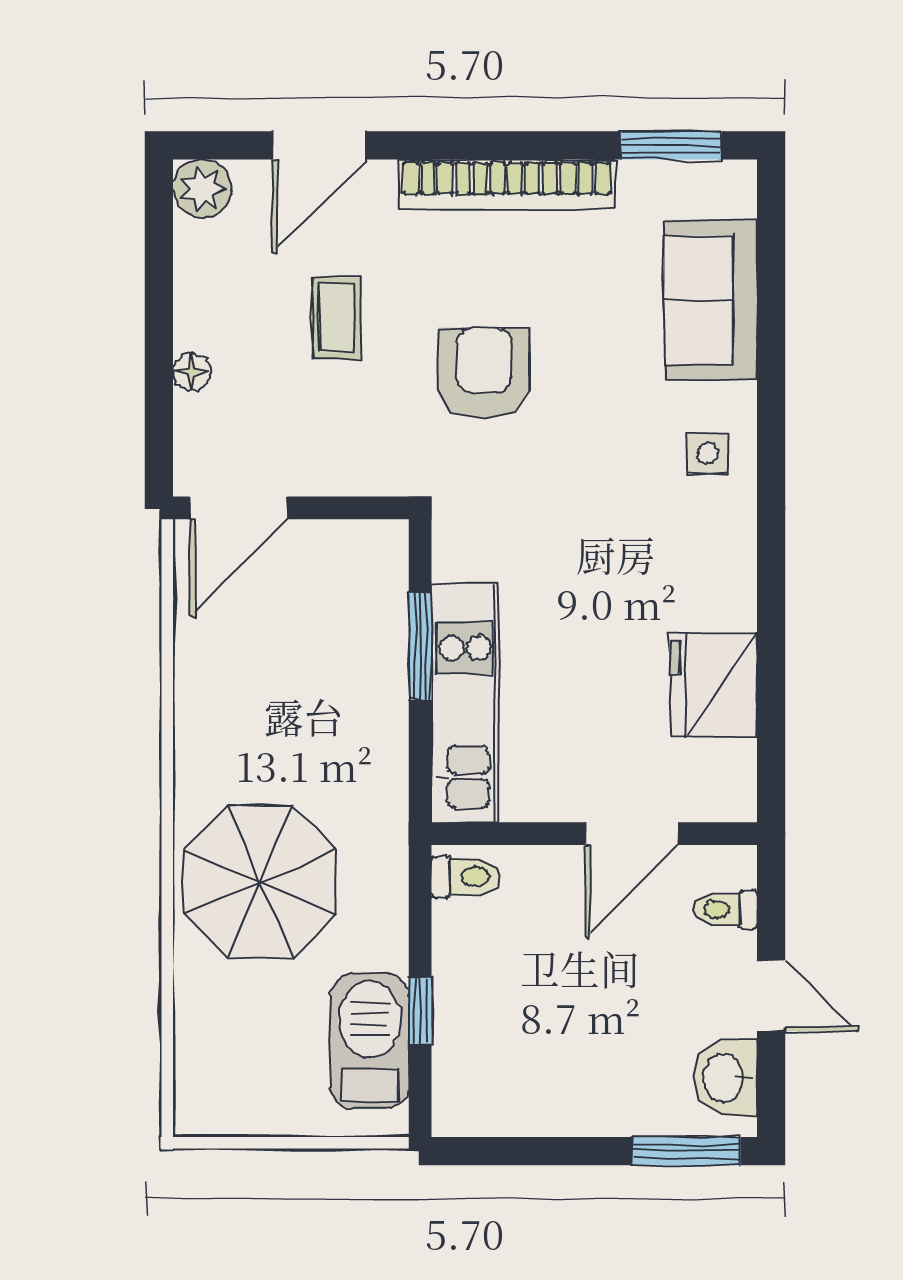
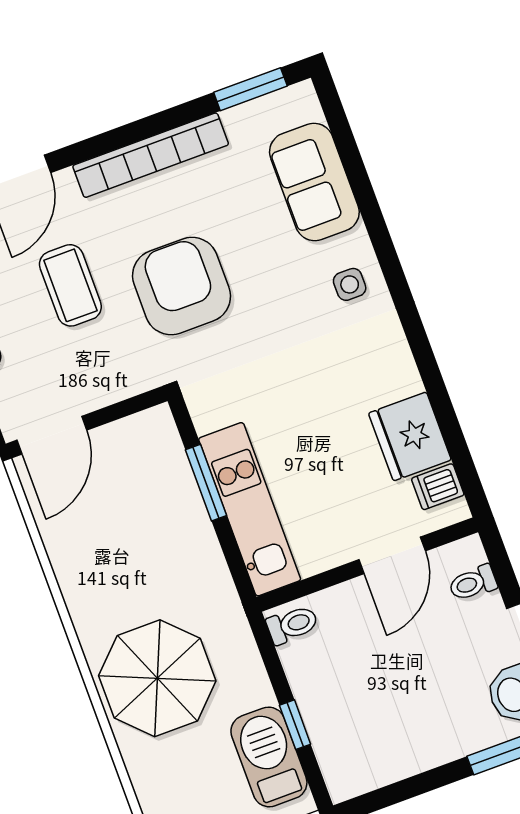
coffee table: (336, 318) -> (70, 285), width x1.36, depth x1.30
armchair: (484, 373) -> (182, 286), width x1.36, depth x1.36
dishwasher: (726, 765) -> (438, 487), added

